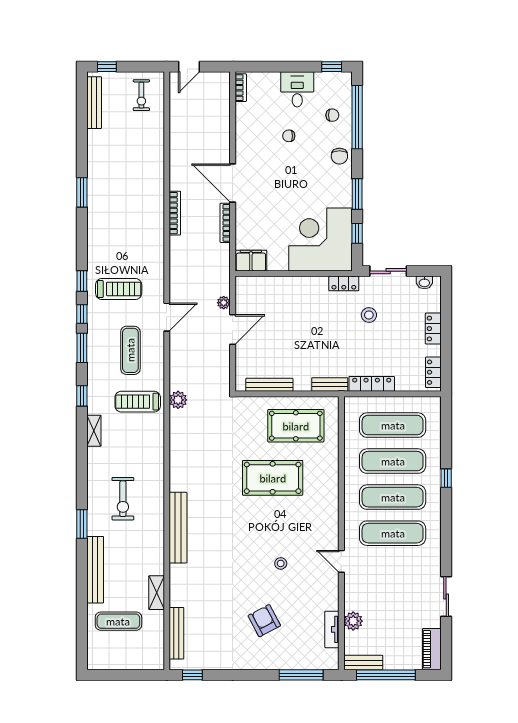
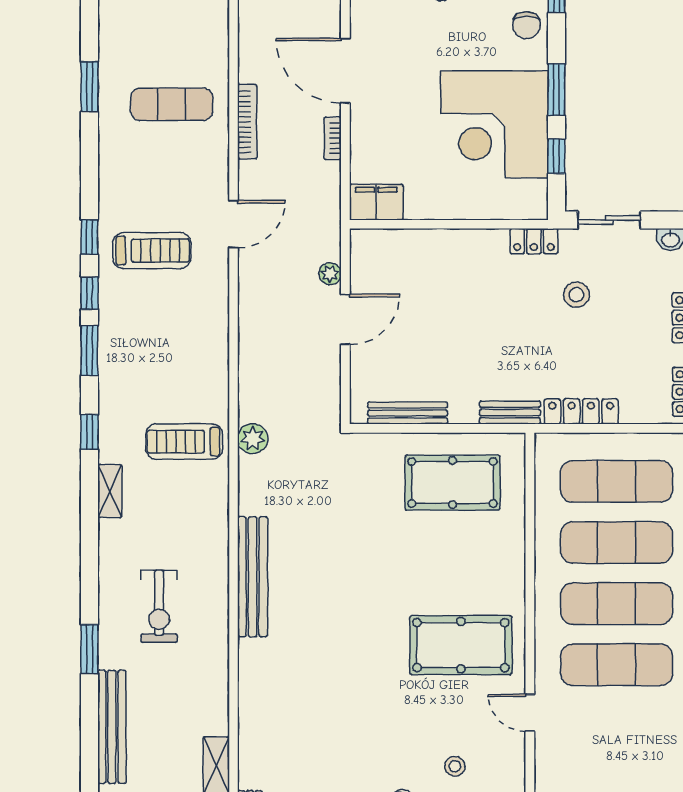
bookcase: (225, 223) -> (333, 138), width x0.64
corner desk: (321, 239) -> (494, 124), moved, turned -90
door: (167, 317) -> (233, 224), moved
exercise mat: (130, 350) -> (172, 104), moved, turned 90
pool table: (273, 478) -> (461, 645), moved
bench: (178, 528) -> (253, 577), moved
stool: (281, 563) -> (455, 766), moved

